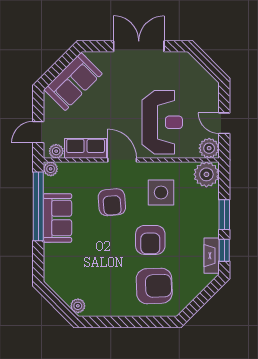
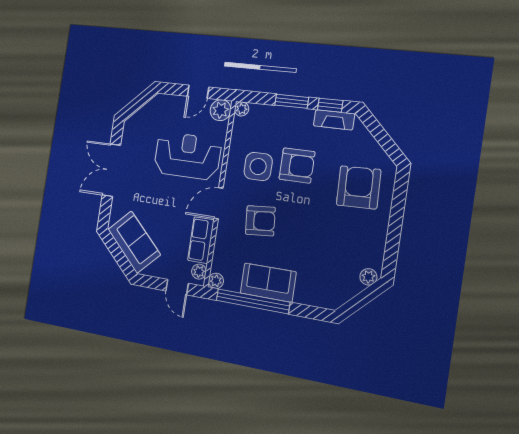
plant: (206, 174) -> (242, 109), width x0.53, depth x0.53
armchair: (150, 240) -> (297, 165), moved

